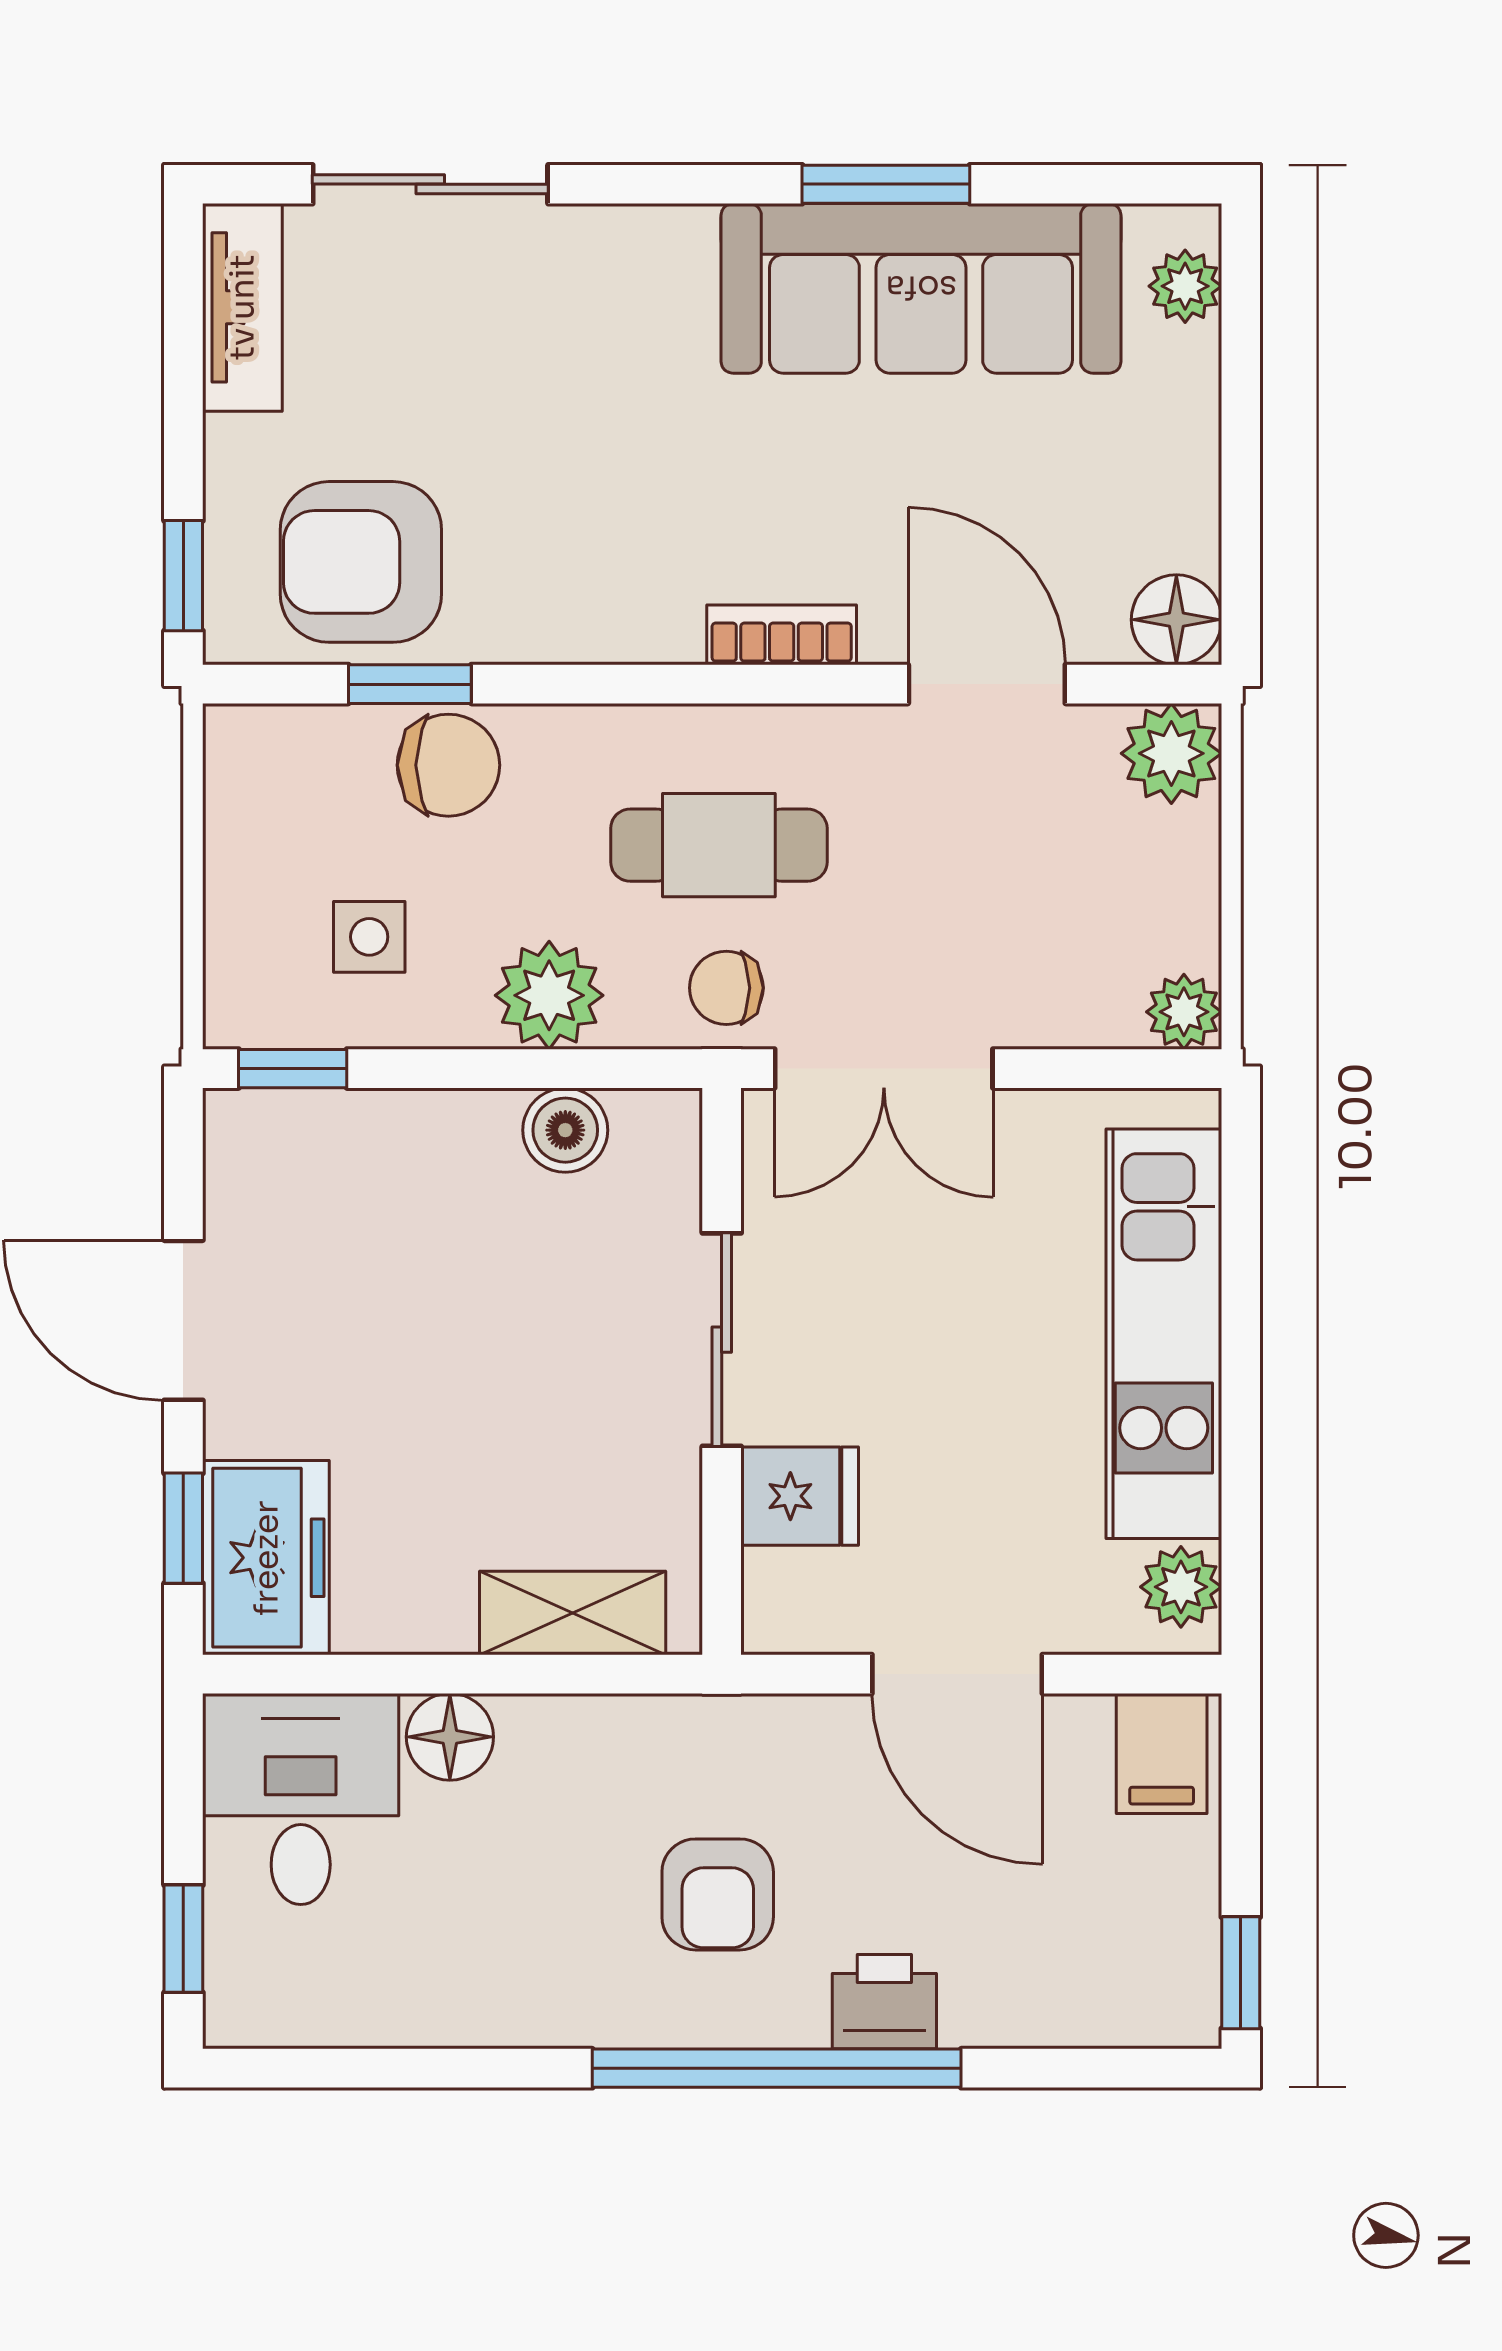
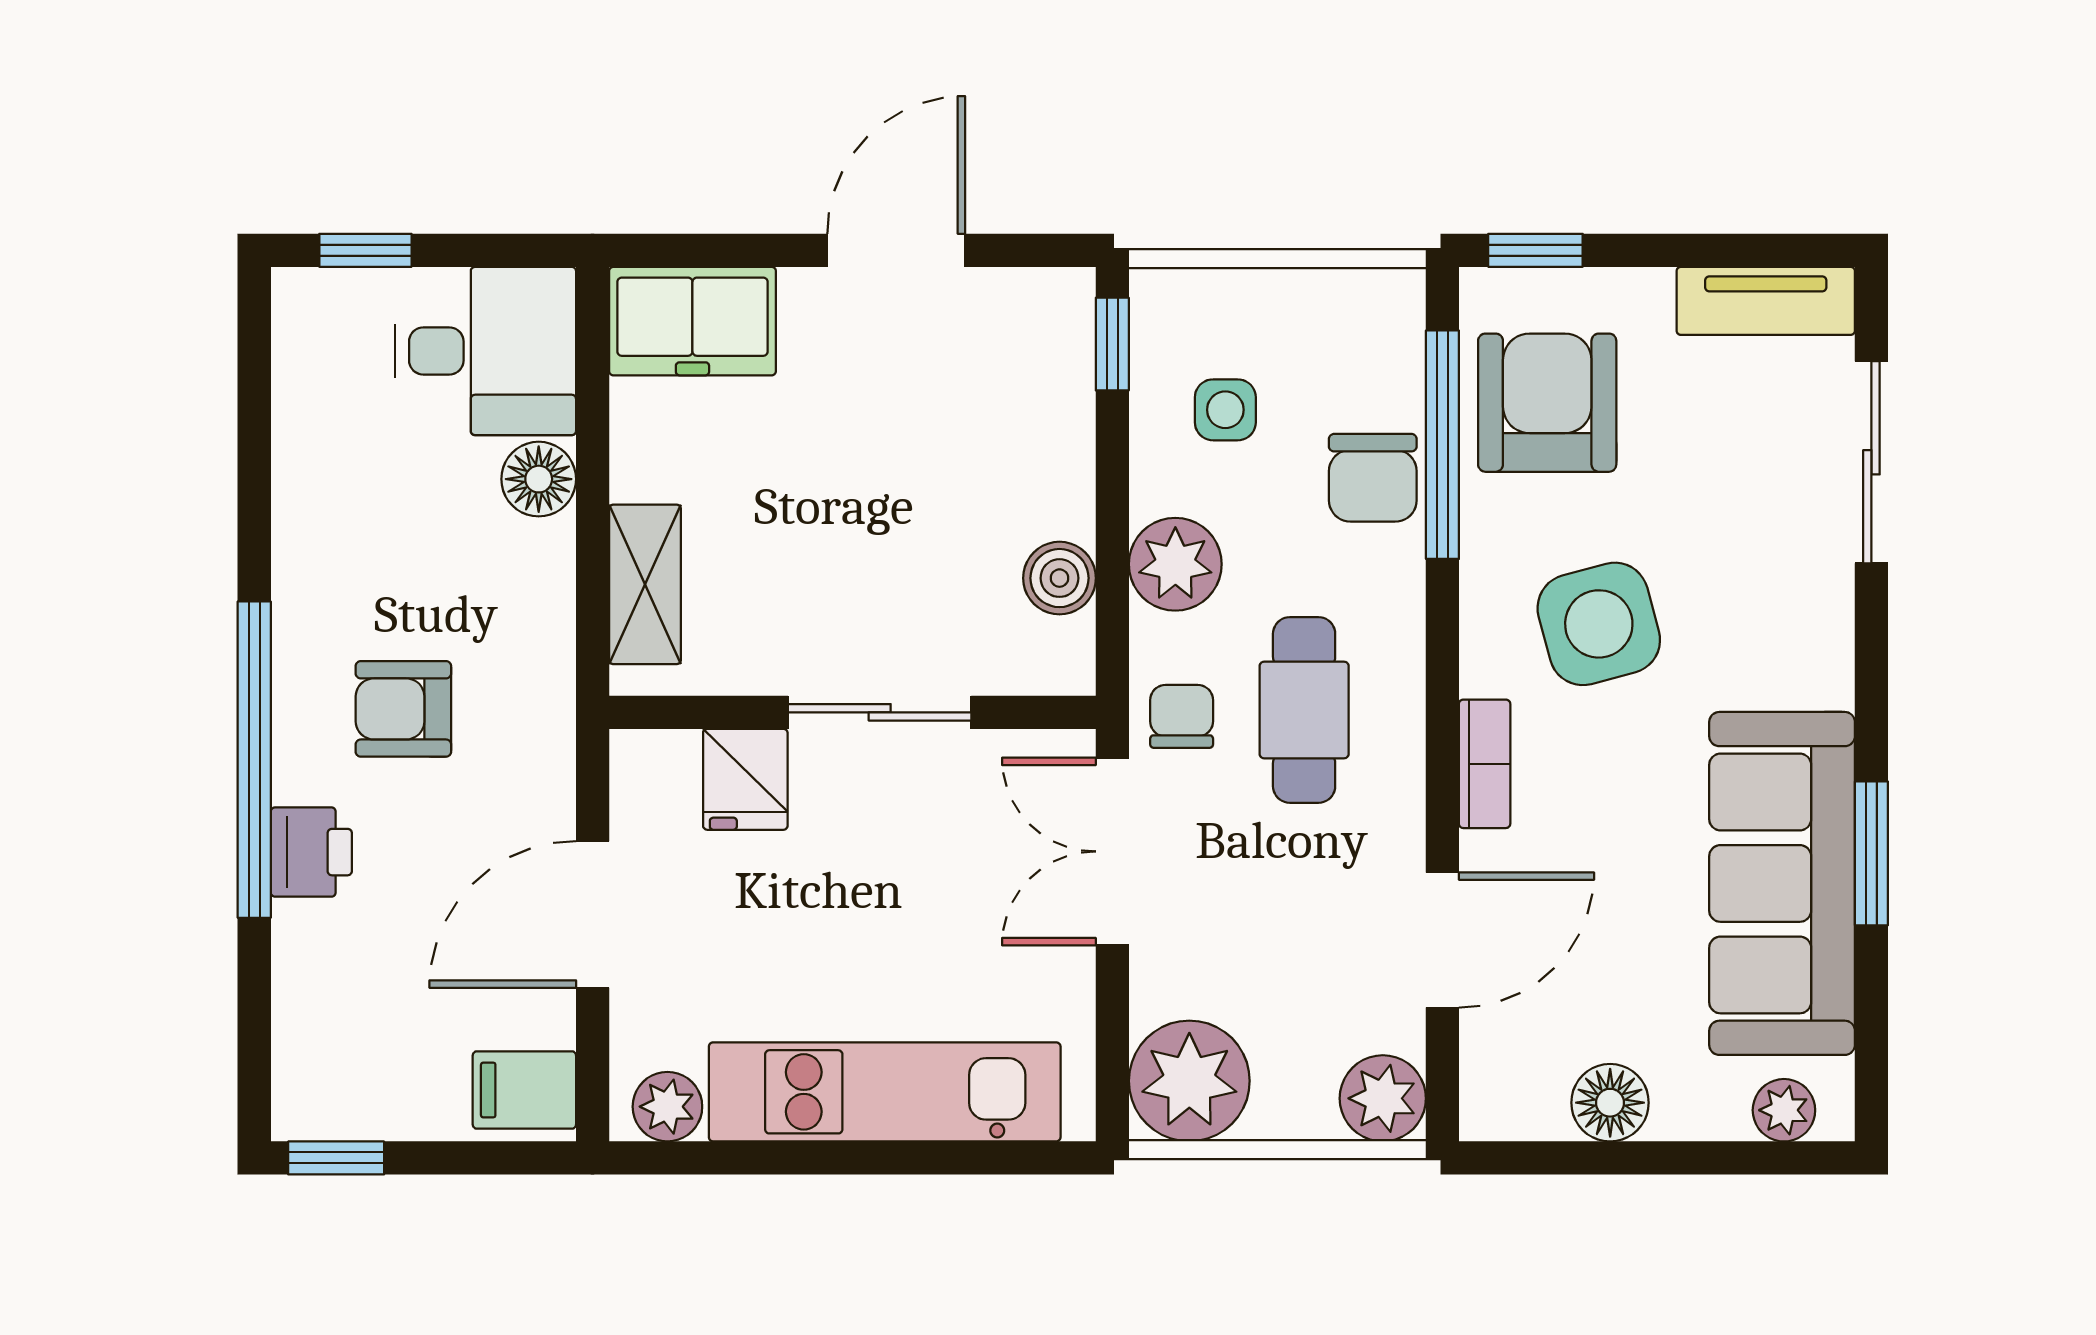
side table: (619, 502) -> (1599, 624), added
floor lamp: (1176, 620) -> (1610, 1103), moved
window: (410, 684) -> (1442, 445), width x2.17
plant: (1184, 1012) -> (1189, 1081), width x1.88, depth x1.88
window: (183, 1528) -> (718, 250), removed

